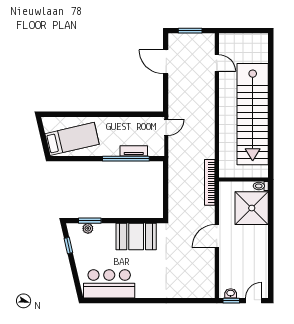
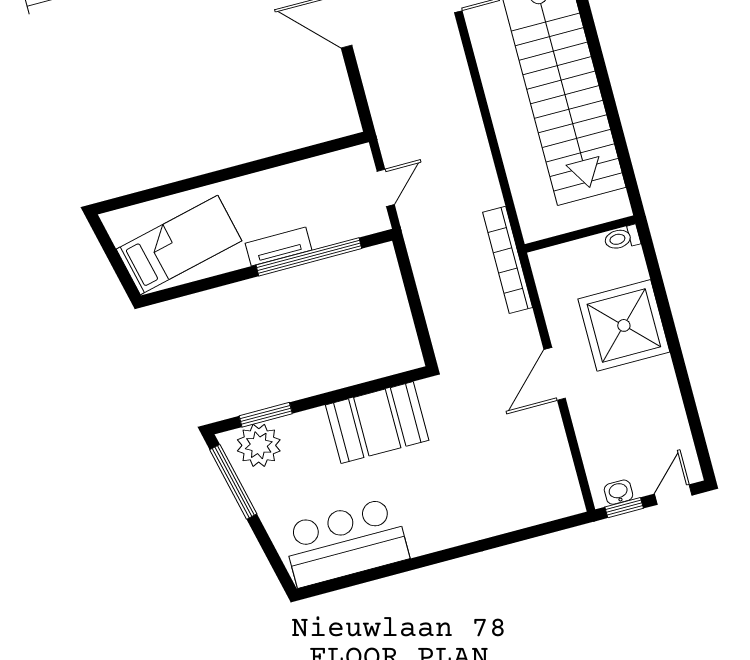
door: (166, 127) -> (386, 188), moved
tv unit: (134, 151) -> (278, 247), moved
shower: (252, 208) -> (624, 325), moved
plant: (88, 228) -> (259, 445), width x1.87, depth x1.87
window: (68, 246) -> (233, 482), width x2.17

